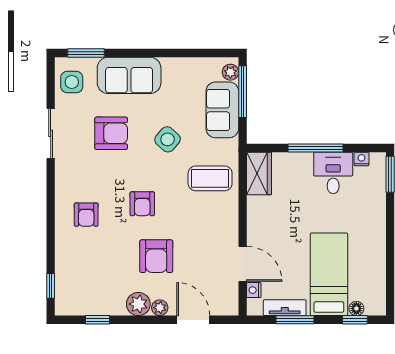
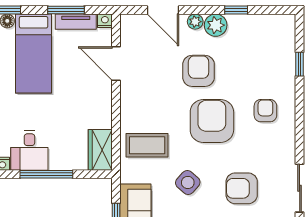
armchair: (142, 204) -> (212, 121), width x1.88, depth x1.88
window: (51, 286) -> (300, 64), moved
nightstand: (254, 290) -> (105, 21), moved, turned -90
window: (97, 320) -> (236, 10), moved

